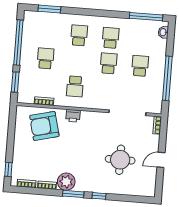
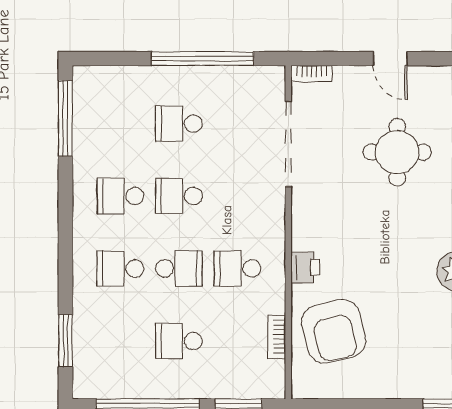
washbasin: (163, 32) -> (98, 76), removed
school desk: (77, 61) -> (179, 268), added
school desk: (75, 86) -> (237, 268), turned 180

